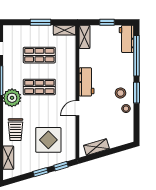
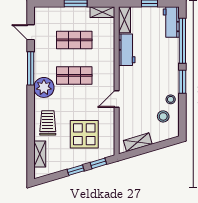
workbench: (86, 82) -> (127, 50), moved
stool: (120, 93) -> (163, 116), moved
trolley: (16, 130) -> (48, 123), turned 180

